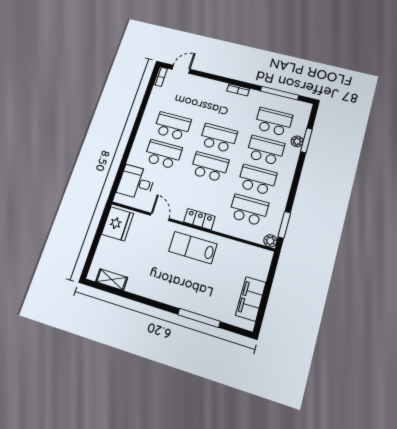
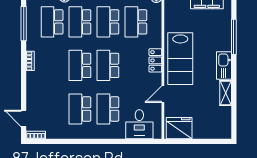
lab bench: (193, 248) -> (180, 59), width x1.36, depth x1.39
shelving: (112, 280) -> (226, 93), moved
kitchen sink: (170, 296) -> (224, 65), added

